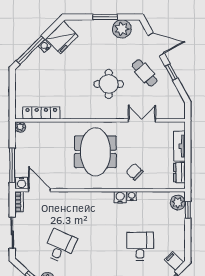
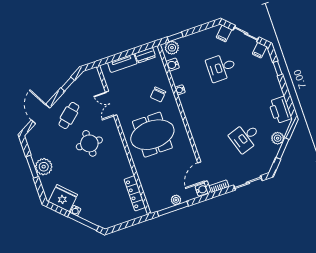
plant: (122, 29) -> (44, 167), moved
window: (171, 72) -> (68, 84), moved
plant: (20, 127) -> (176, 200), moved
window: (12, 165) -> (173, 209), moved
water cooler: (120, 197) -> (173, 65), moved
desk: (60, 246) -> (245, 137), turned -42

